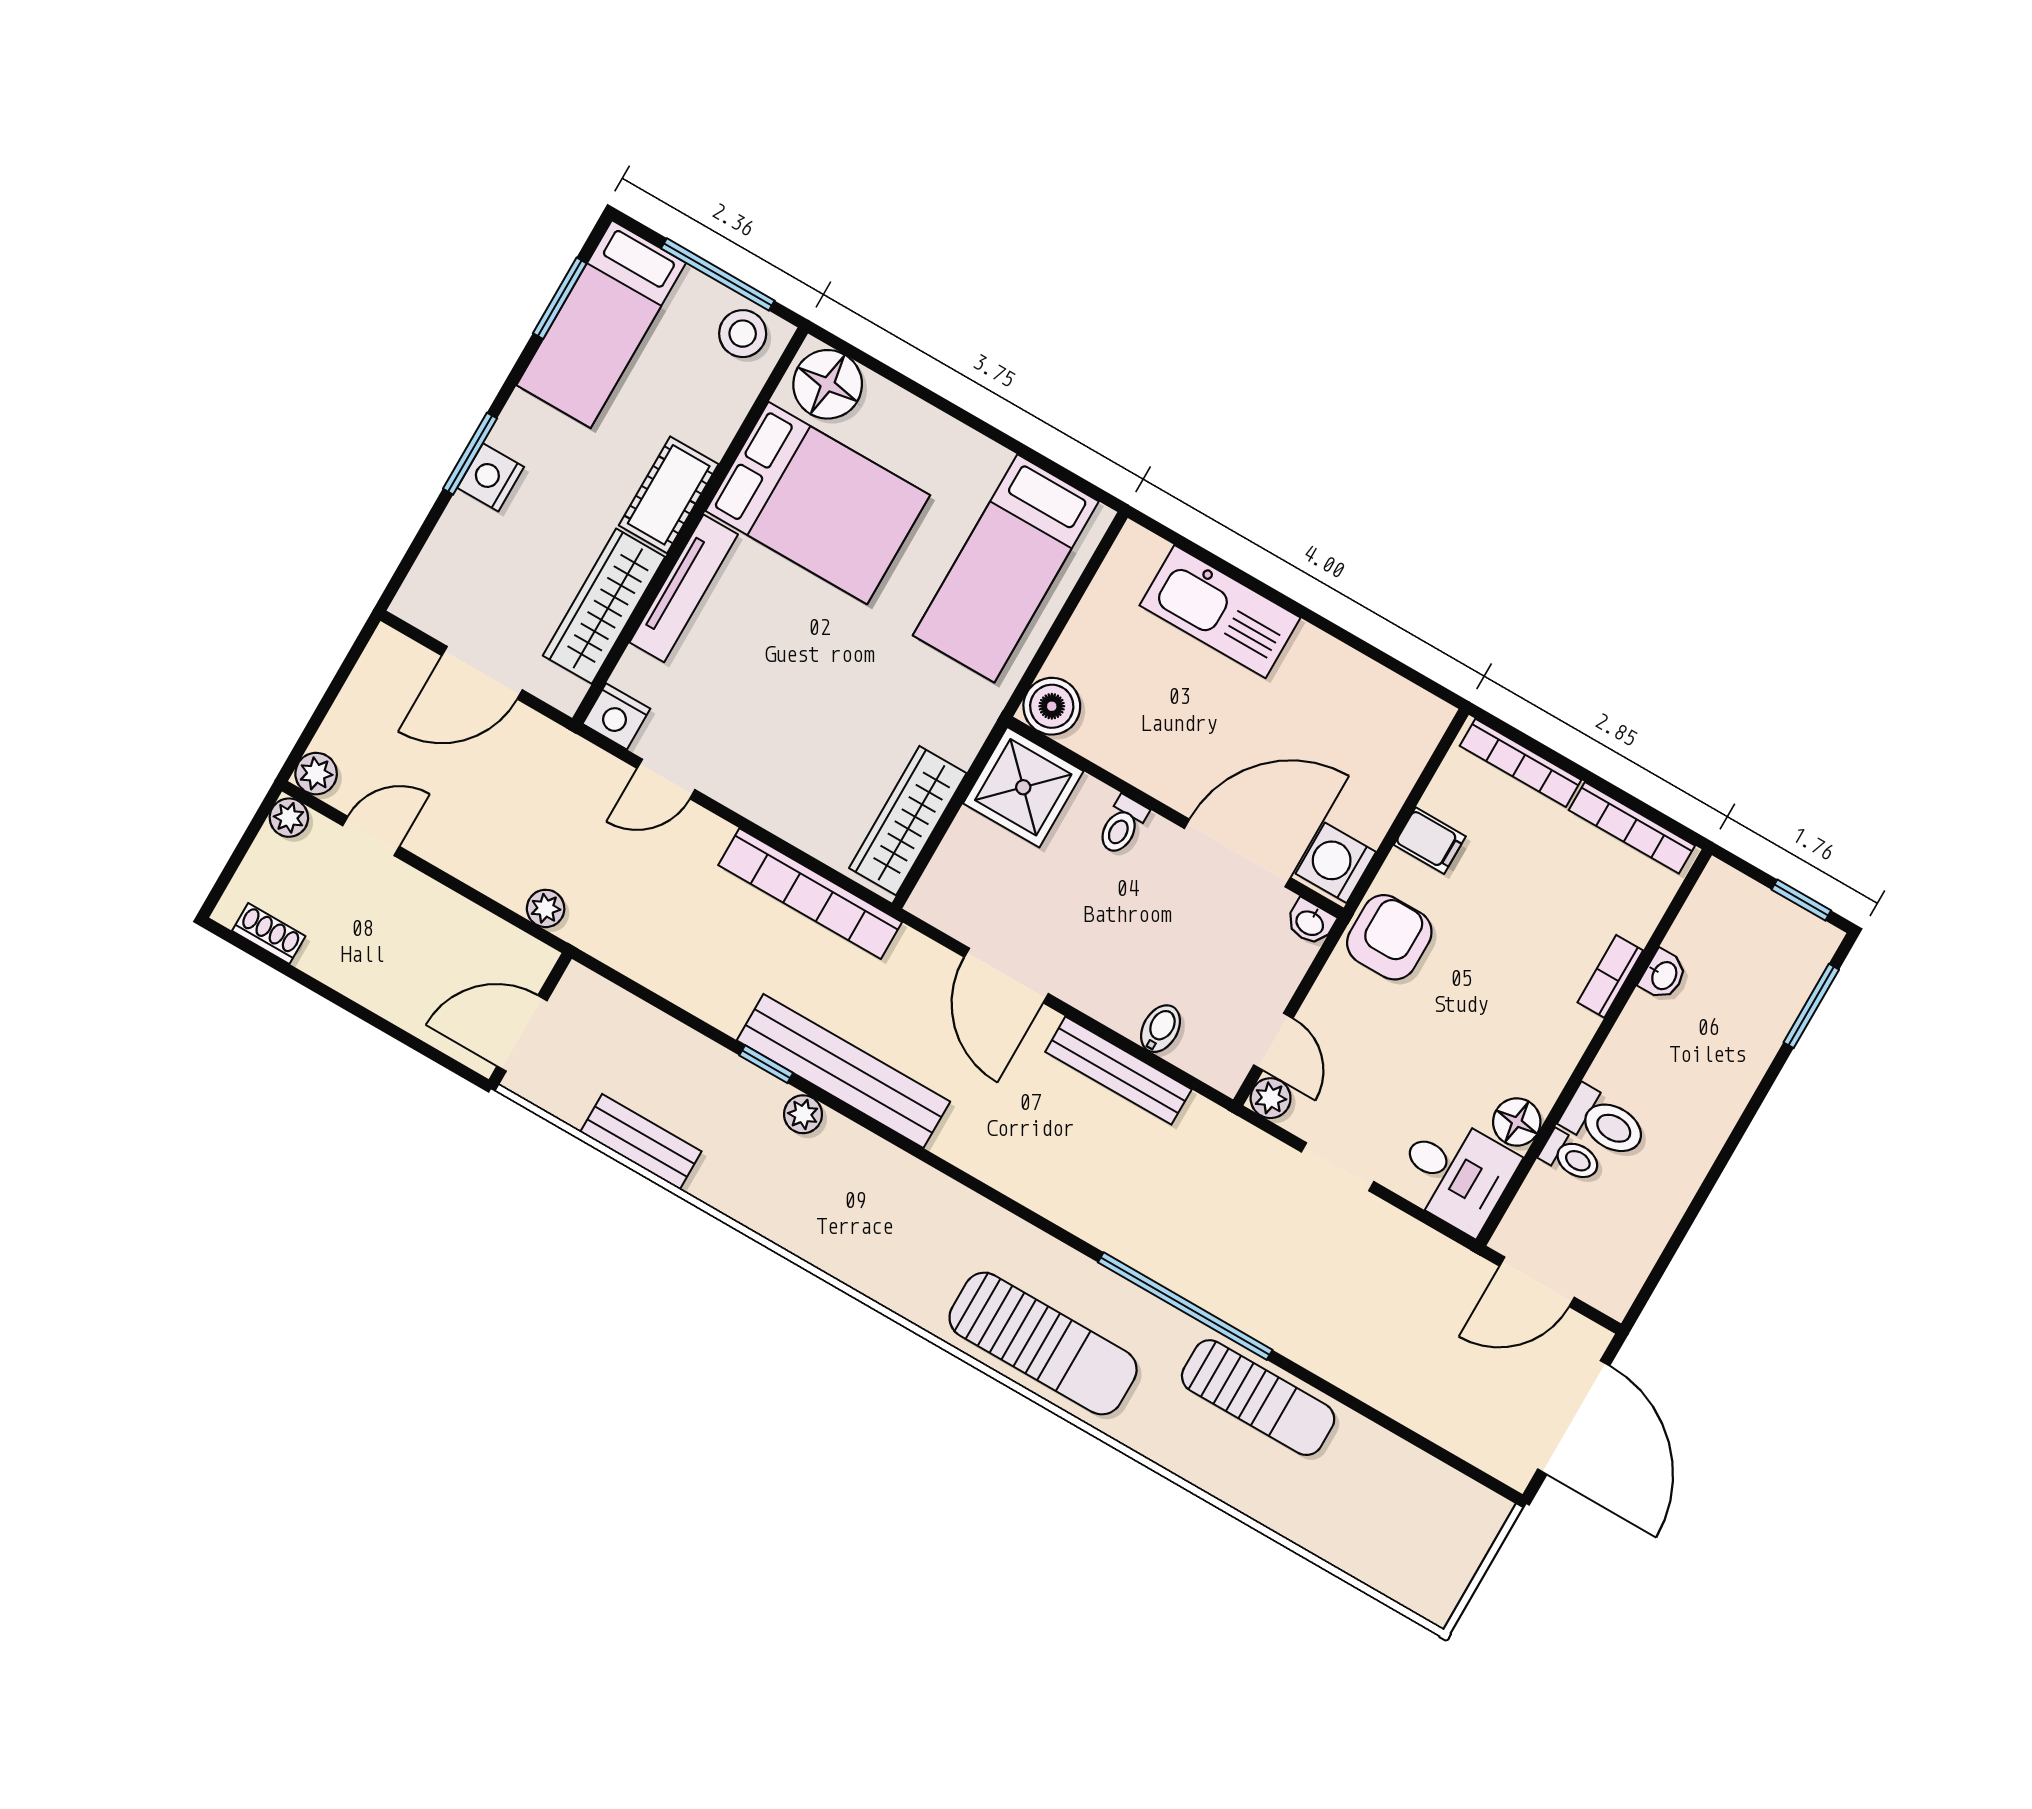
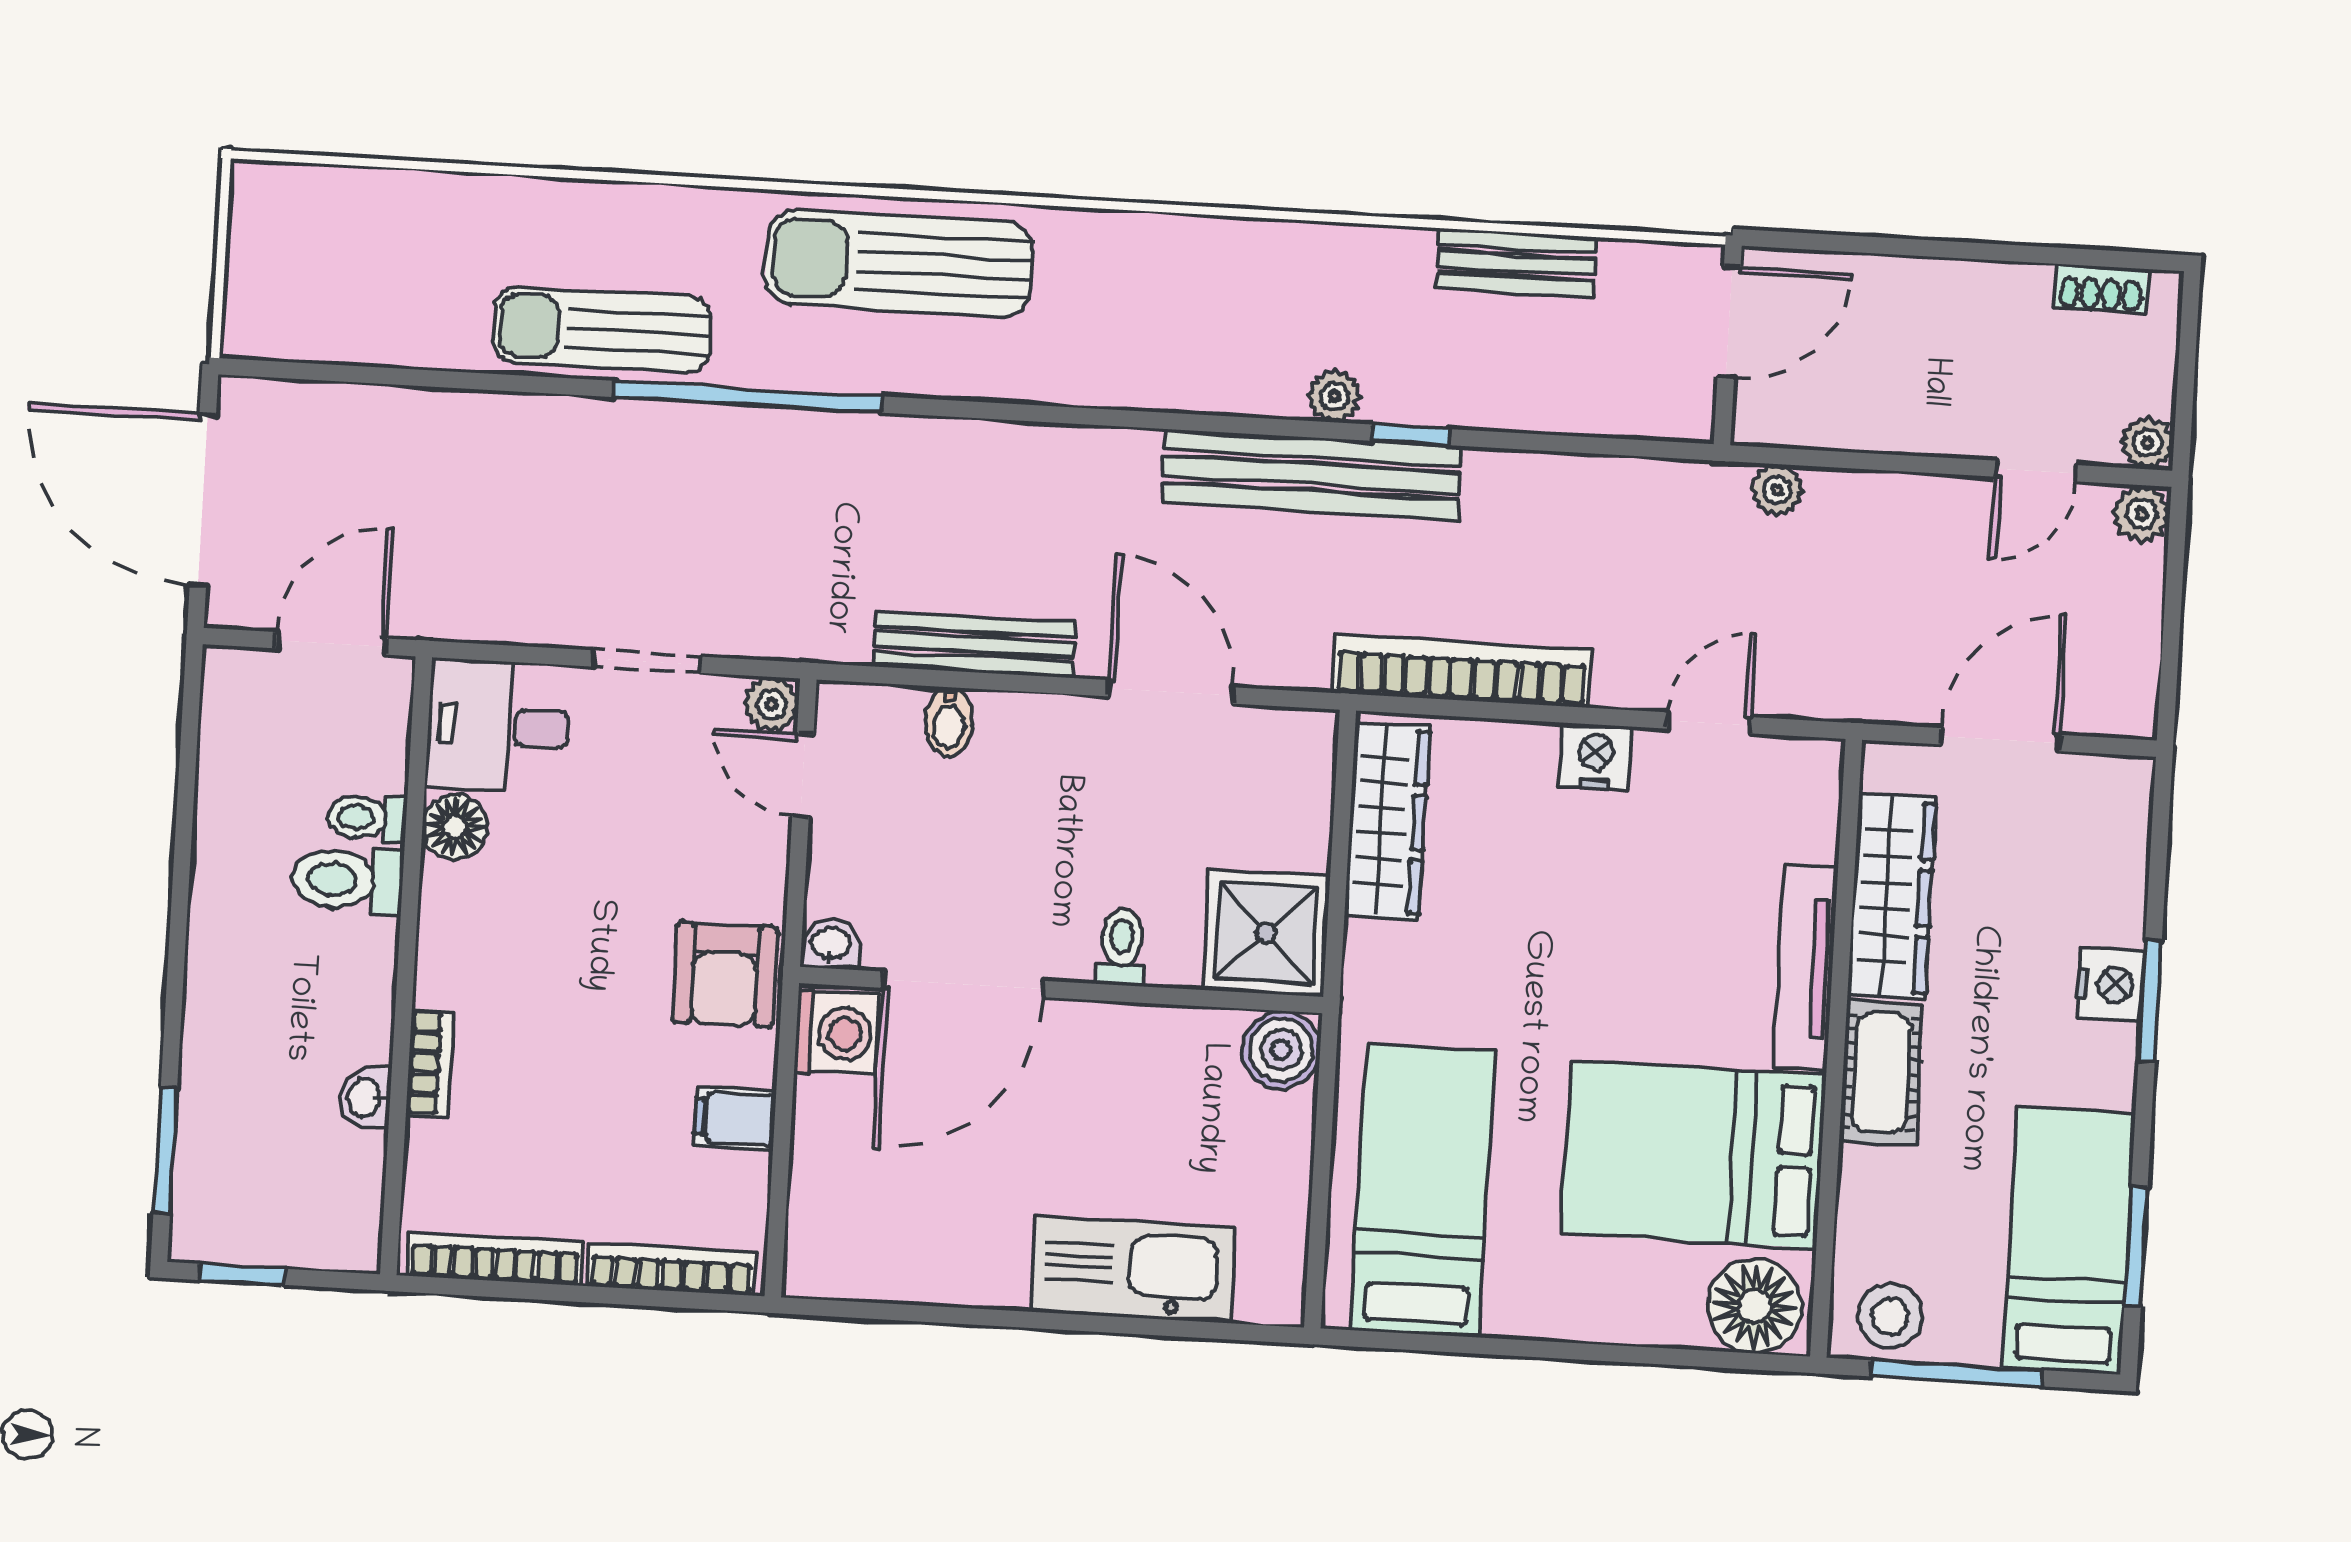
nightstand: (616, 716) -> (1596, 757), moved

